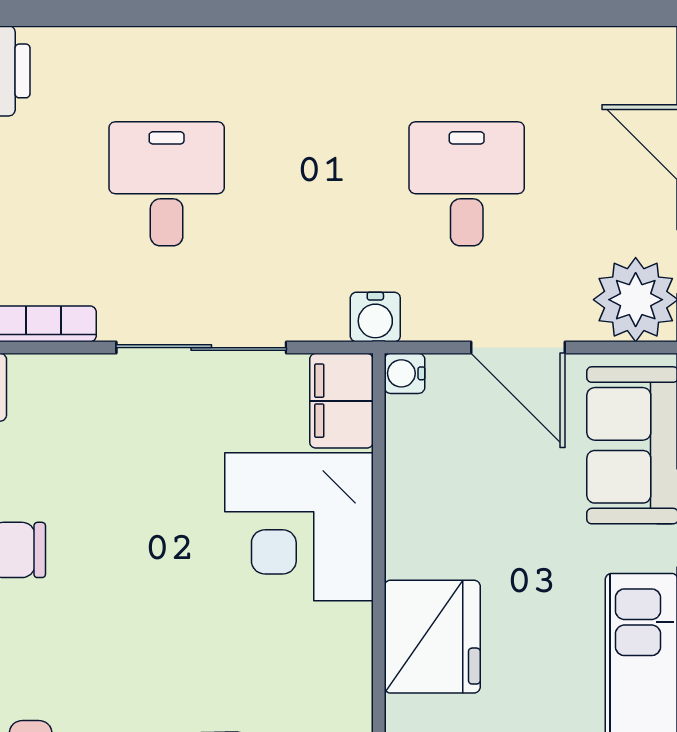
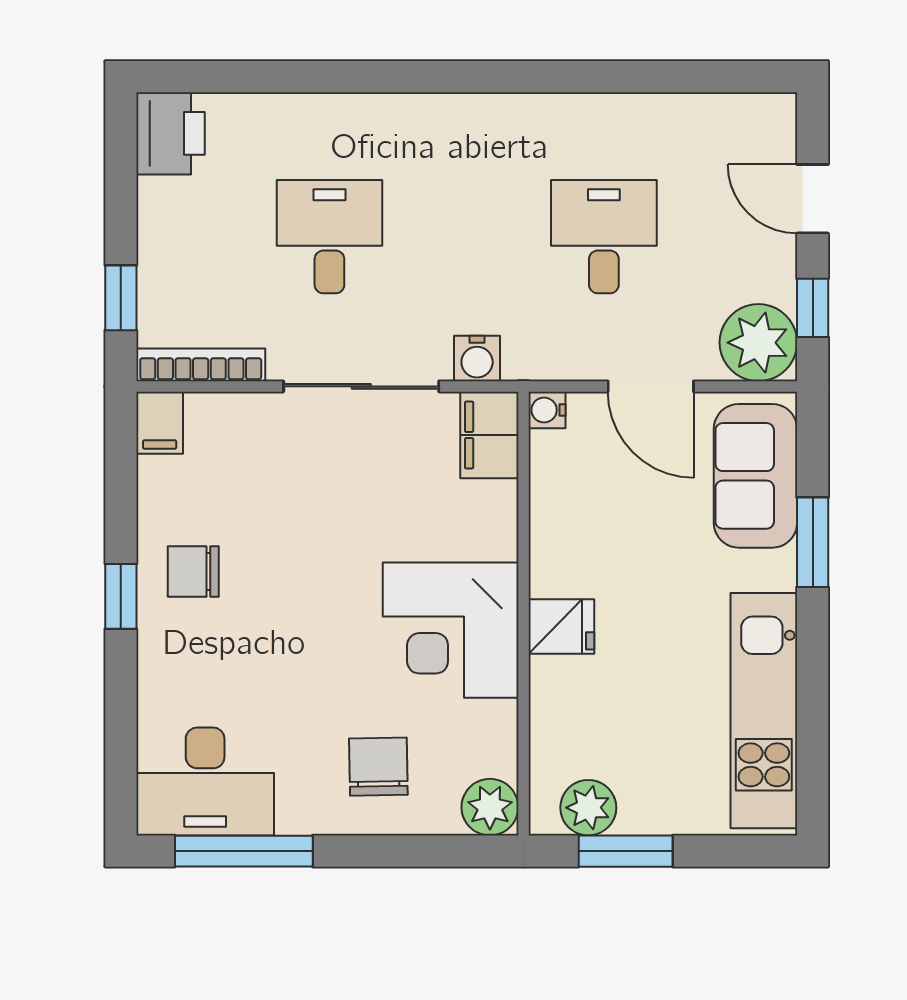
water cooler: (375, 317) -> (477, 358), moved
corner desk: (299, 527) -> (451, 630), moved
fridge: (432, 637) -> (561, 627), width x0.53, depth x0.75

